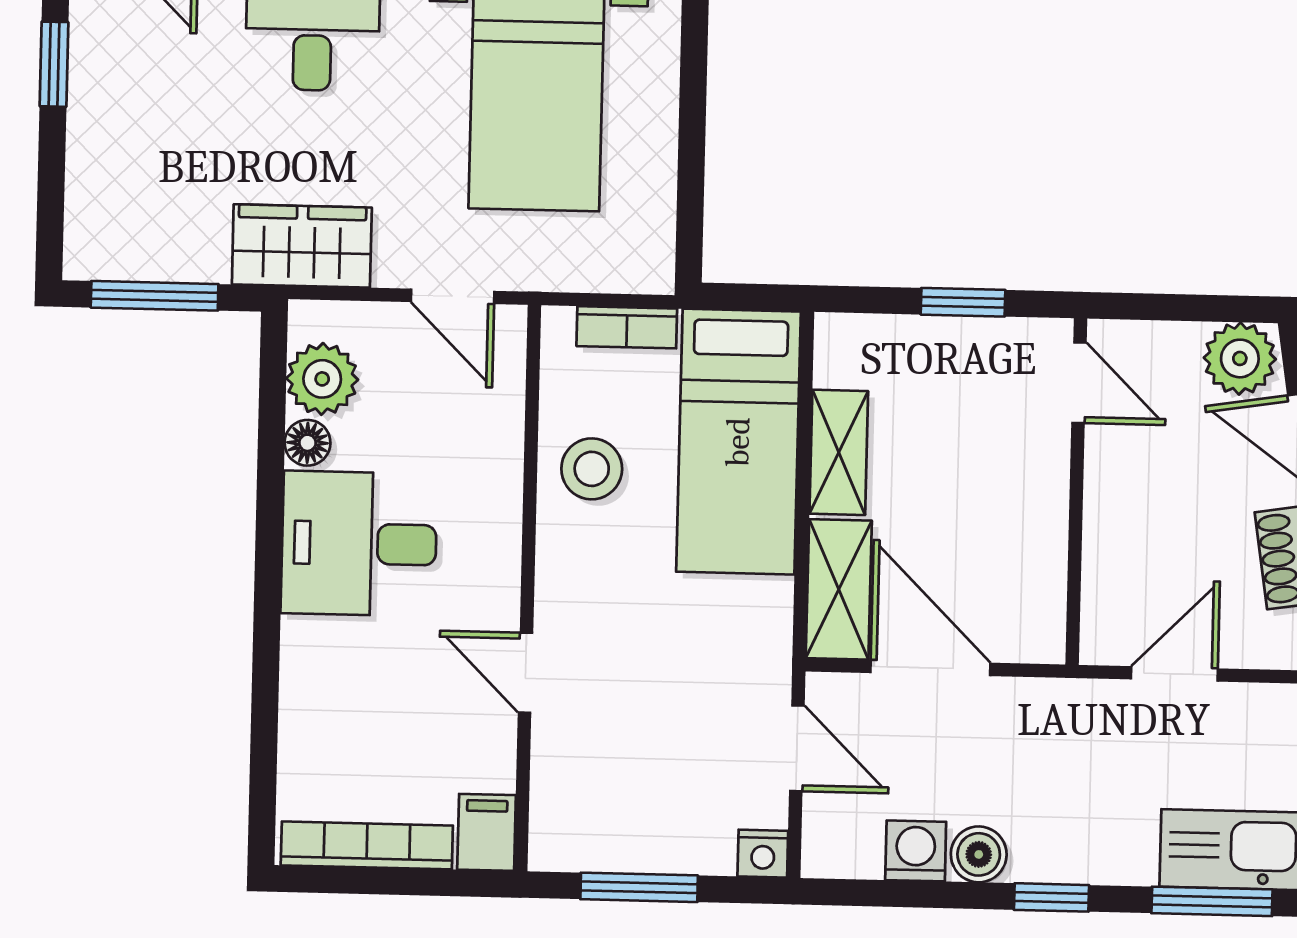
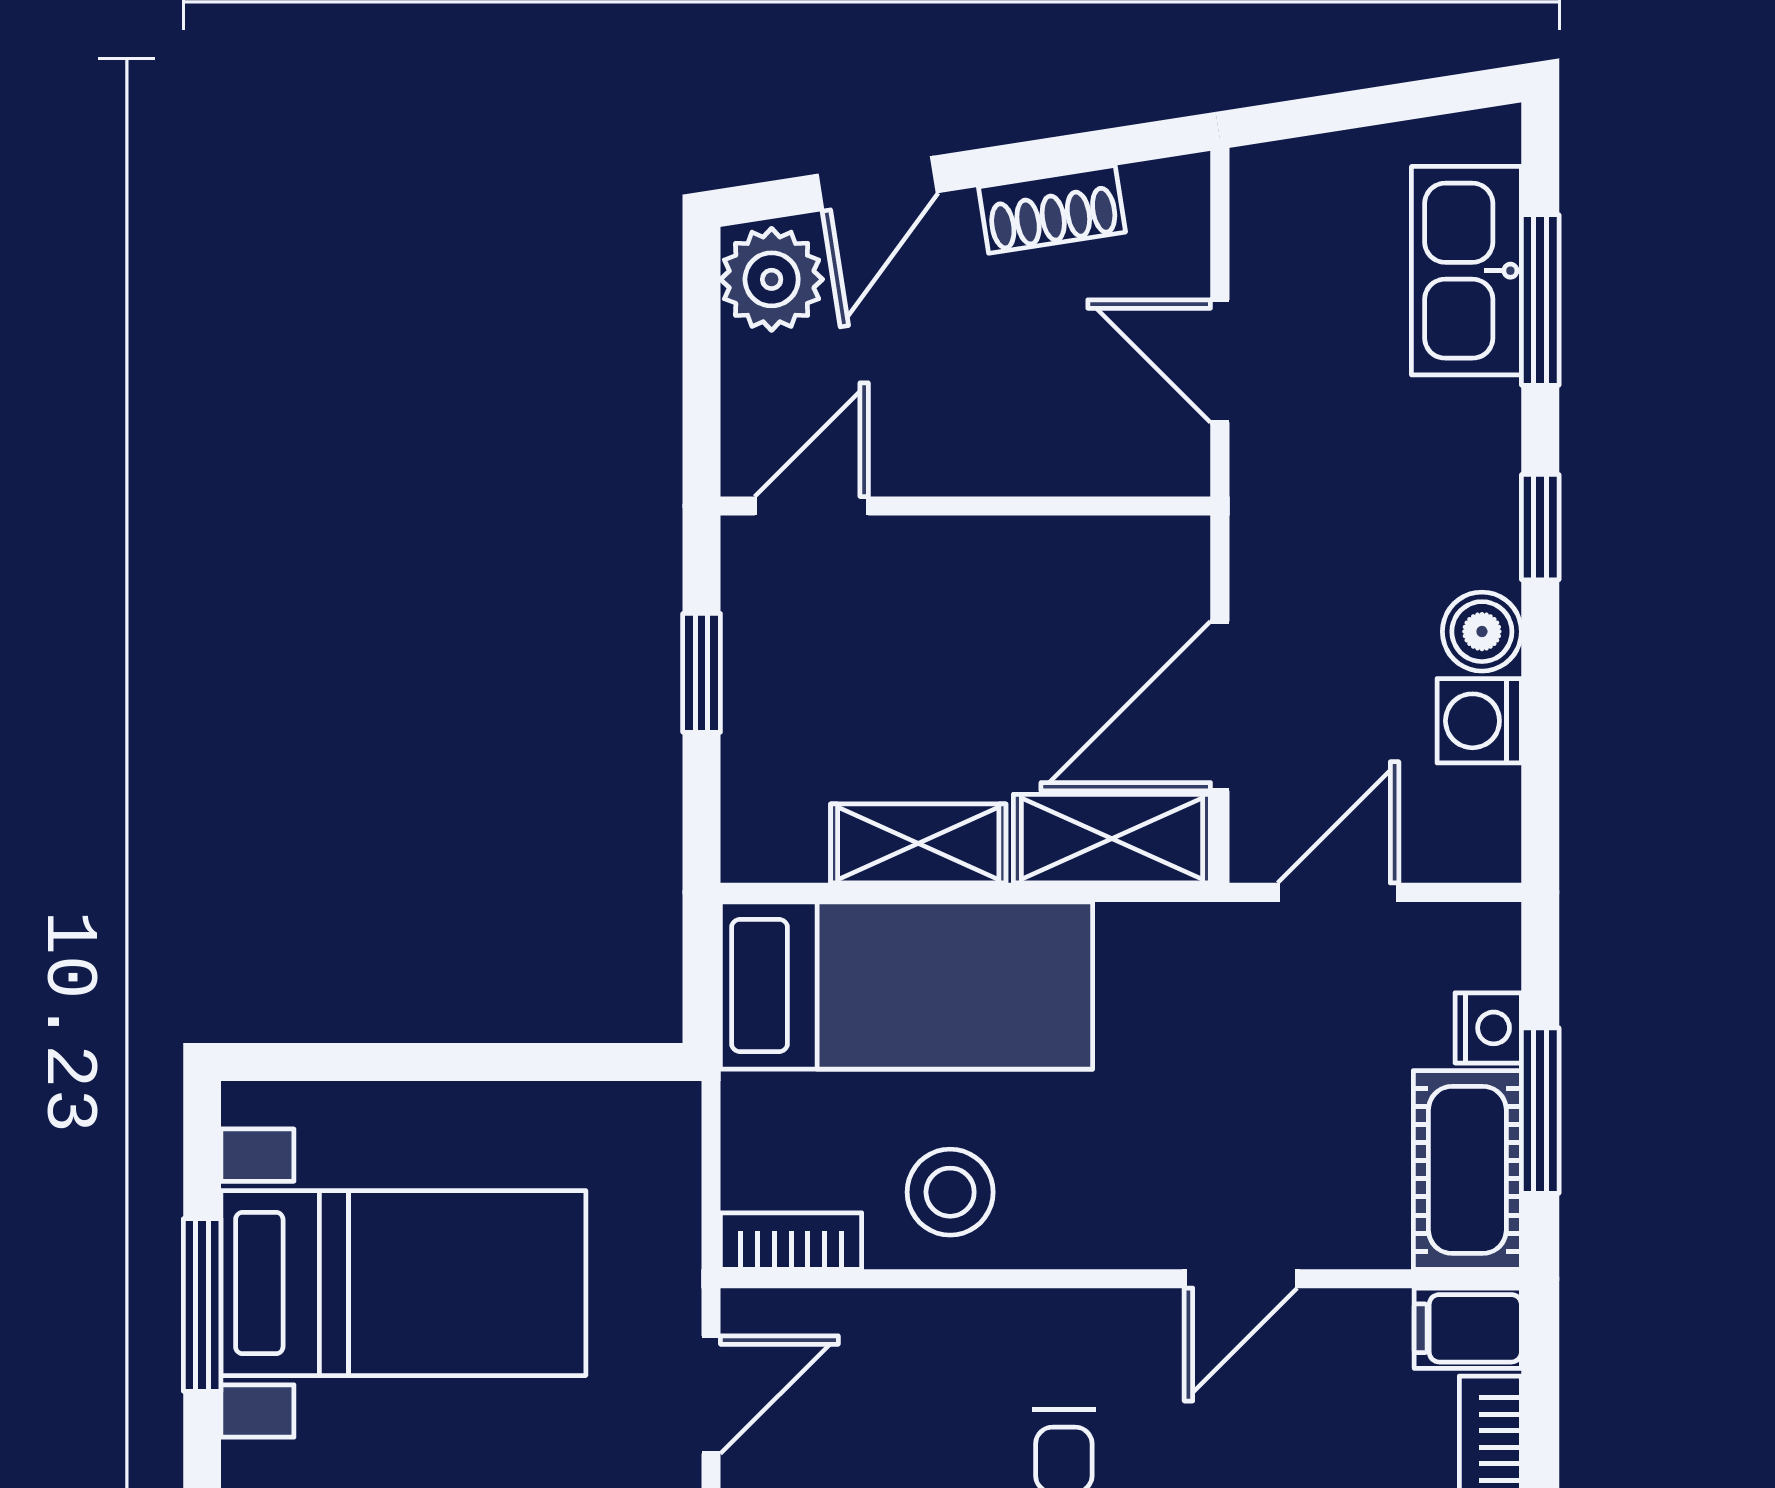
bookcase: (627, 327) -> (791, 1241), moved, turned -90
cot: (598, 835) -> (1467, 1170), added
nightstand: (763, 854) -> (1488, 1028), moved

